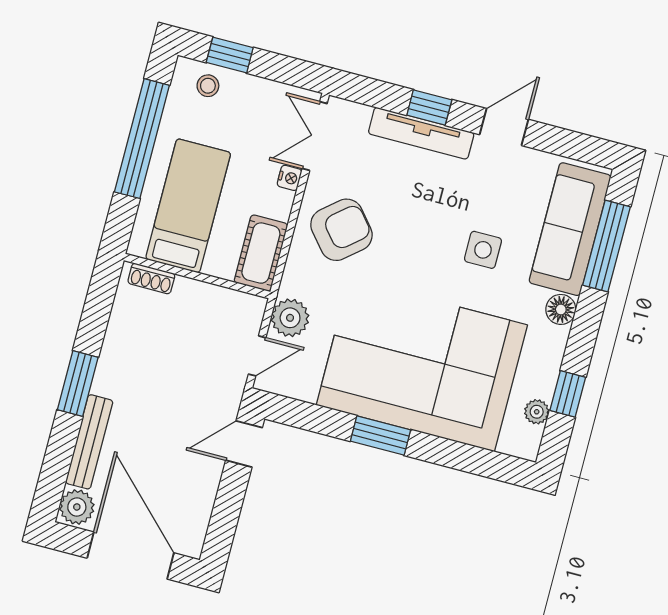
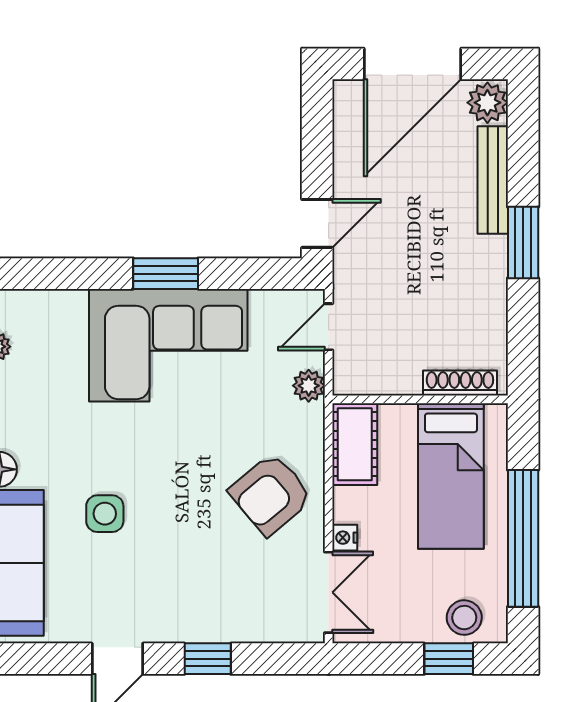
stool: (208, 86) -> (464, 618), width x1.37, depth x1.37
tv unit: (421, 133) -> (209, 627), removed
shoe rack: (151, 278) -> (460, 383), width x1.43
plant: (290, 318) -> (309, 386), width x0.73, depth x0.73
corner sofa: (422, 365) -> (168, 345), width x0.73, depth x0.74
door: (130, 555) -> (412, 64), hinge flipped

